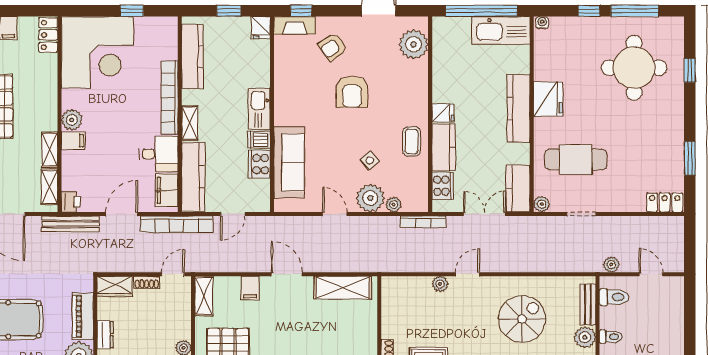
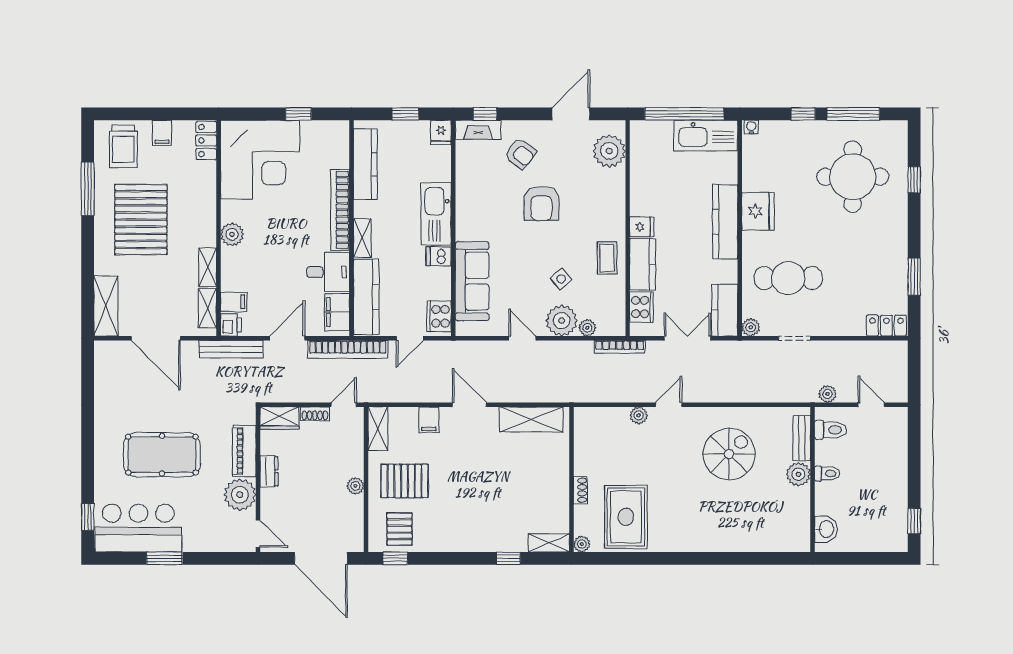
armchair: (333, 47) -> (520, 154), turned -108
kitchen sink: (259, 109) -> (436, 214), width x1.36, depth x1.24
filing cabinet: (73, 141) -> (234, 302), moved
cooker: (259, 164) -> (439, 316), moved

